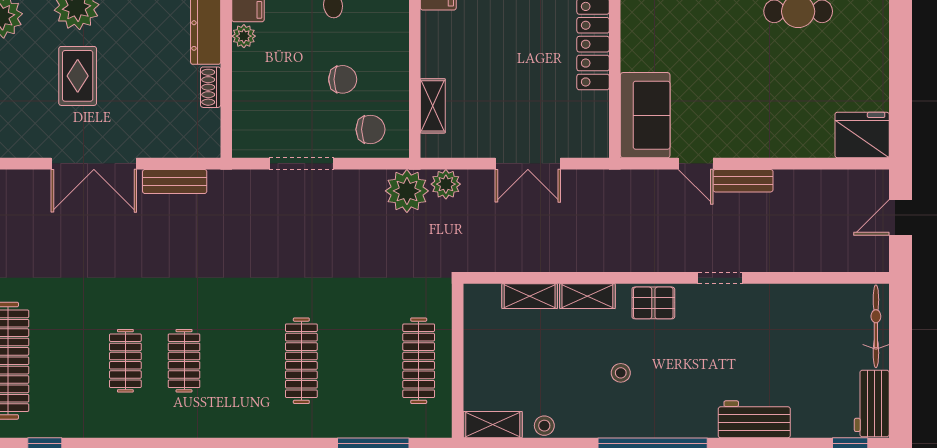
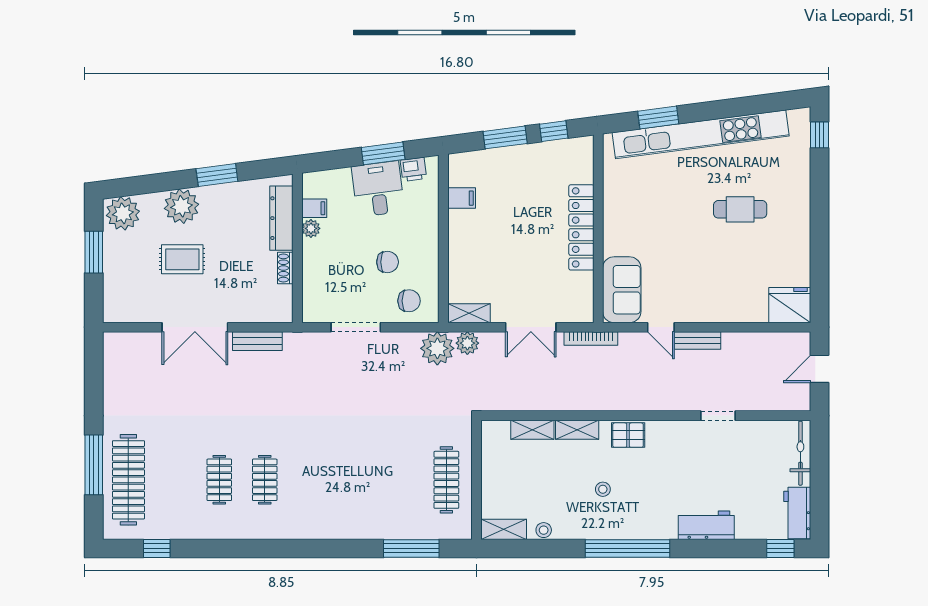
rug: (78, 76) -> (182, 259), turned 90
shelving: (433, 106) -> (469, 313), moved, turned 90
bookcase: (605, 178) -> (591, 338), added
doorway: (720, 278) -> (718, 416), moved
clothes rail: (301, 361) -> (356, 480), removed

